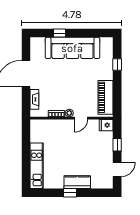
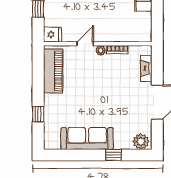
plant: (38, 43) -> (141, 142), added
sofa: (72, 48) -> (87, 138), width x0.74, depth x0.79

